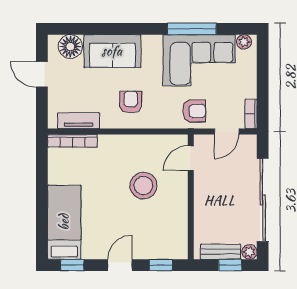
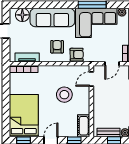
sofa: (112, 51) -> (52, 18), width x1.36
armchair: (194, 111) -> (77, 55), moved
bed: (64, 222) -> (24, 116), width x1.50
cot: (177, 240) -> (84, 126), added

